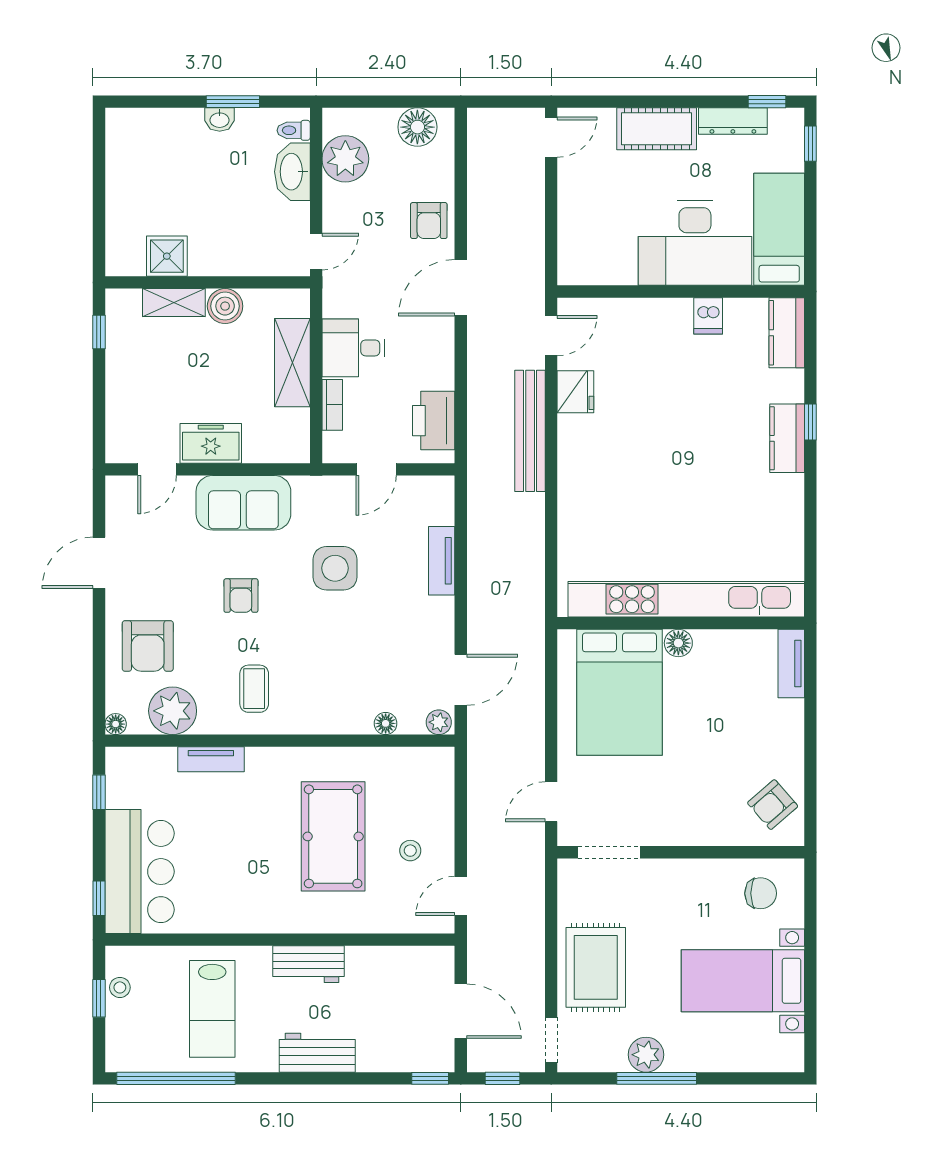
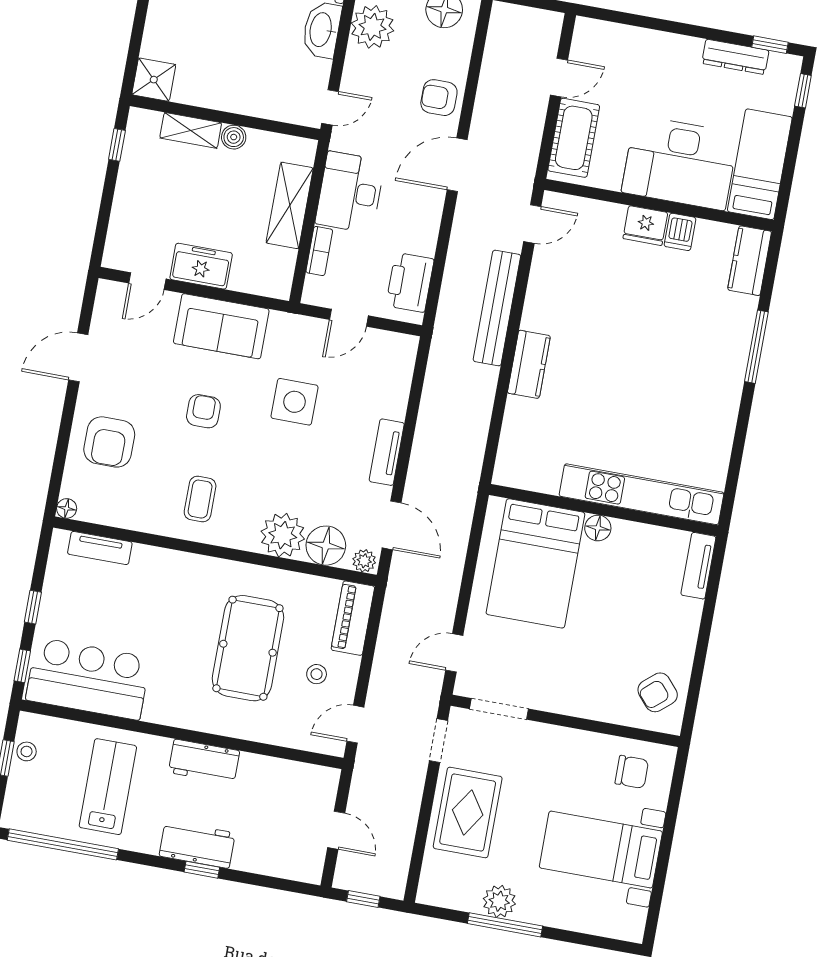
cot: (657, 129) -> (574, 138), moved, turned 90
door: (551, 137) -> (559, 77), moved
armchair: (429, 221) -> (439, 98), turned 90
shower: (167, 256) -> (154, 80), moved
boiler: (225, 306) -> (234, 137), width x0.73, depth x0.73
desk: (353, 348) -> (350, 192), width x1.37
fridge: (575, 392) -> (645, 226), moved, turned 90
window: (810, 422) -> (756, 347), width x2.17
kitchen counter: (787, 438) -> (529, 364), moved, turned 180
tv unit: (442, 561) -> (387, 452), moved
armchair: (241, 596) -> (203, 411), turned 180
kitchen unit: (686, 599) -> (642, 494), width x0.73
door: (461, 680) -> (392, 525), hinge flipped
plant: (173, 711) -> (283, 535), moved
floor lamp: (386, 723) -> (326, 546), width x1.89, depth x1.89
tv unit: (211, 759) -> (100, 548), moved
piano: (438, 785) -> (353, 618), added
window: (99, 792) -> (33, 607), moved
bar counter: (140, 872) -> (88, 679), moved, turned -90
lab bench: (212, 1009) -> (108, 787), turned 180
door: (461, 1011) -> (336, 830), width x0.73
doorway: (551, 1040) -> (438, 741), moved
window: (430, 1078) -> (202, 870), moved

